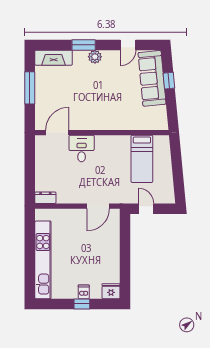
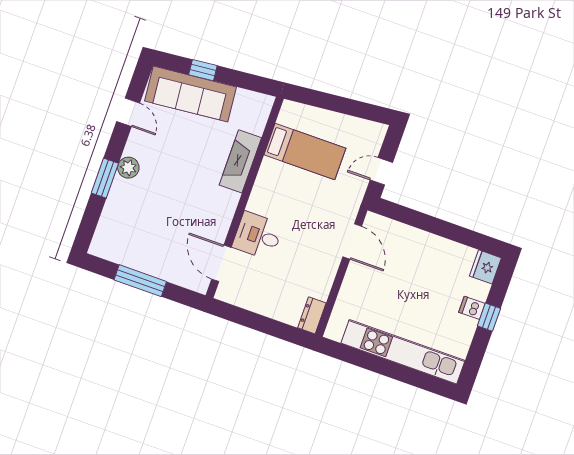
fireplace: (54, 58) -> (240, 161), moved, turned 180

